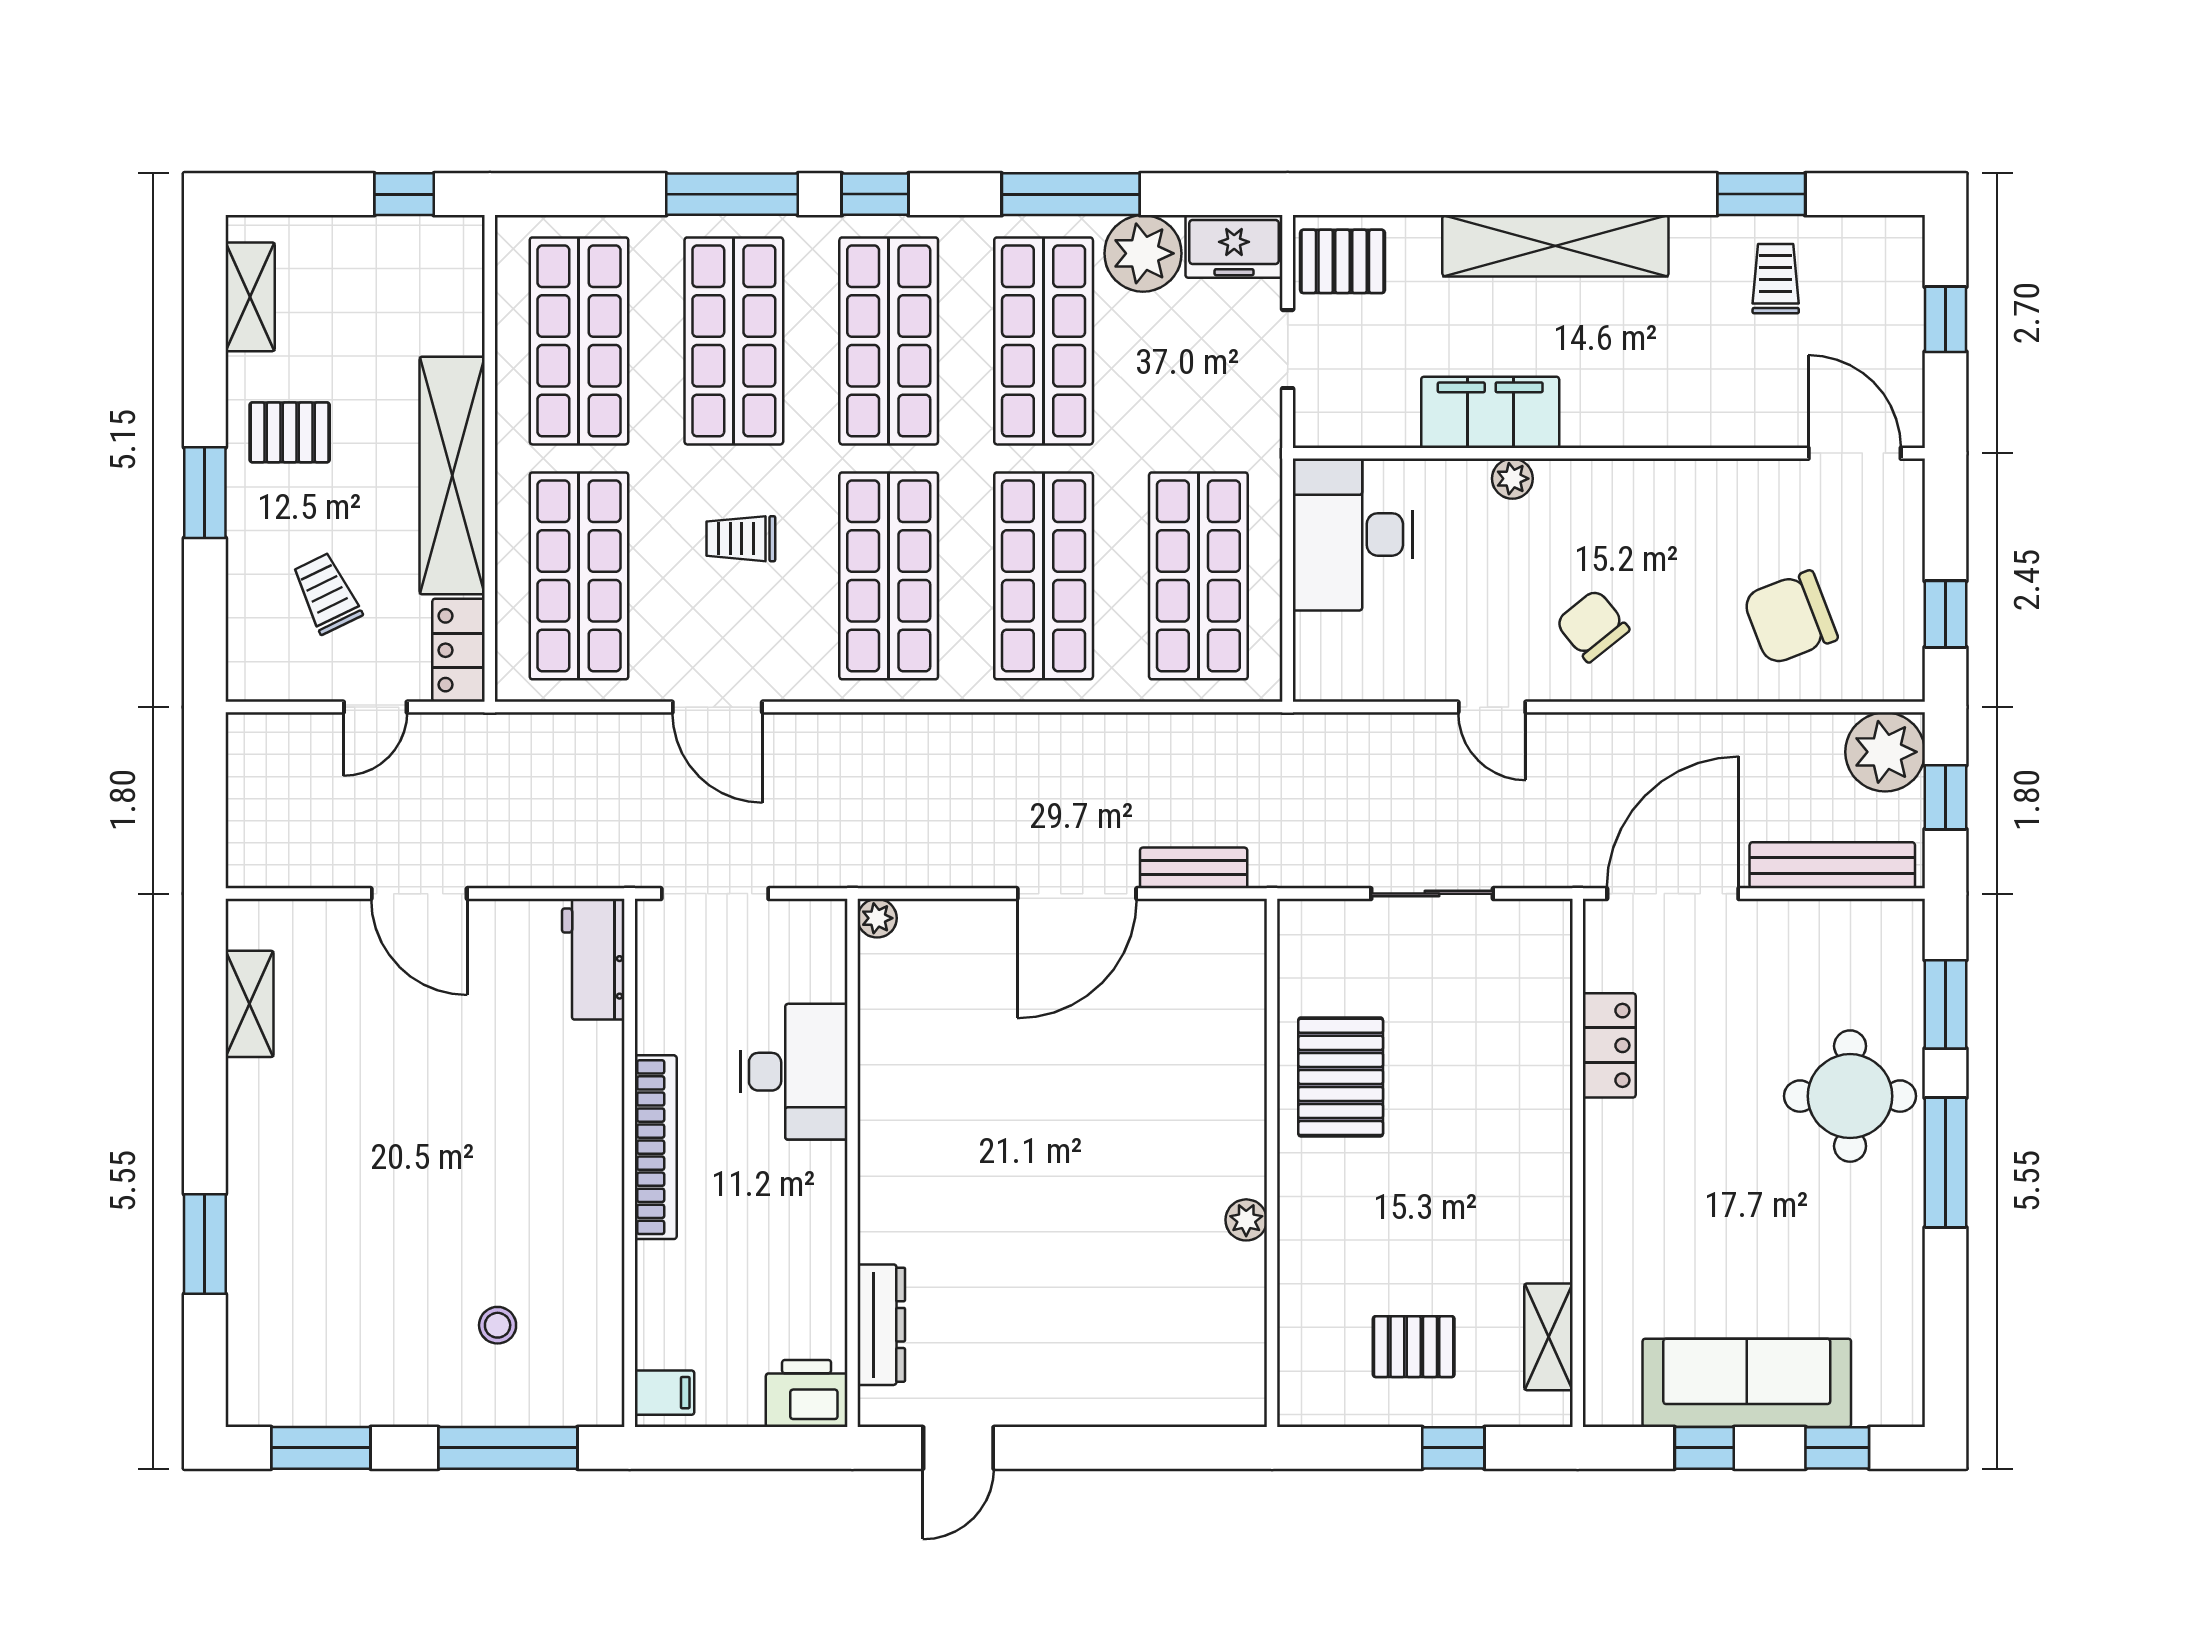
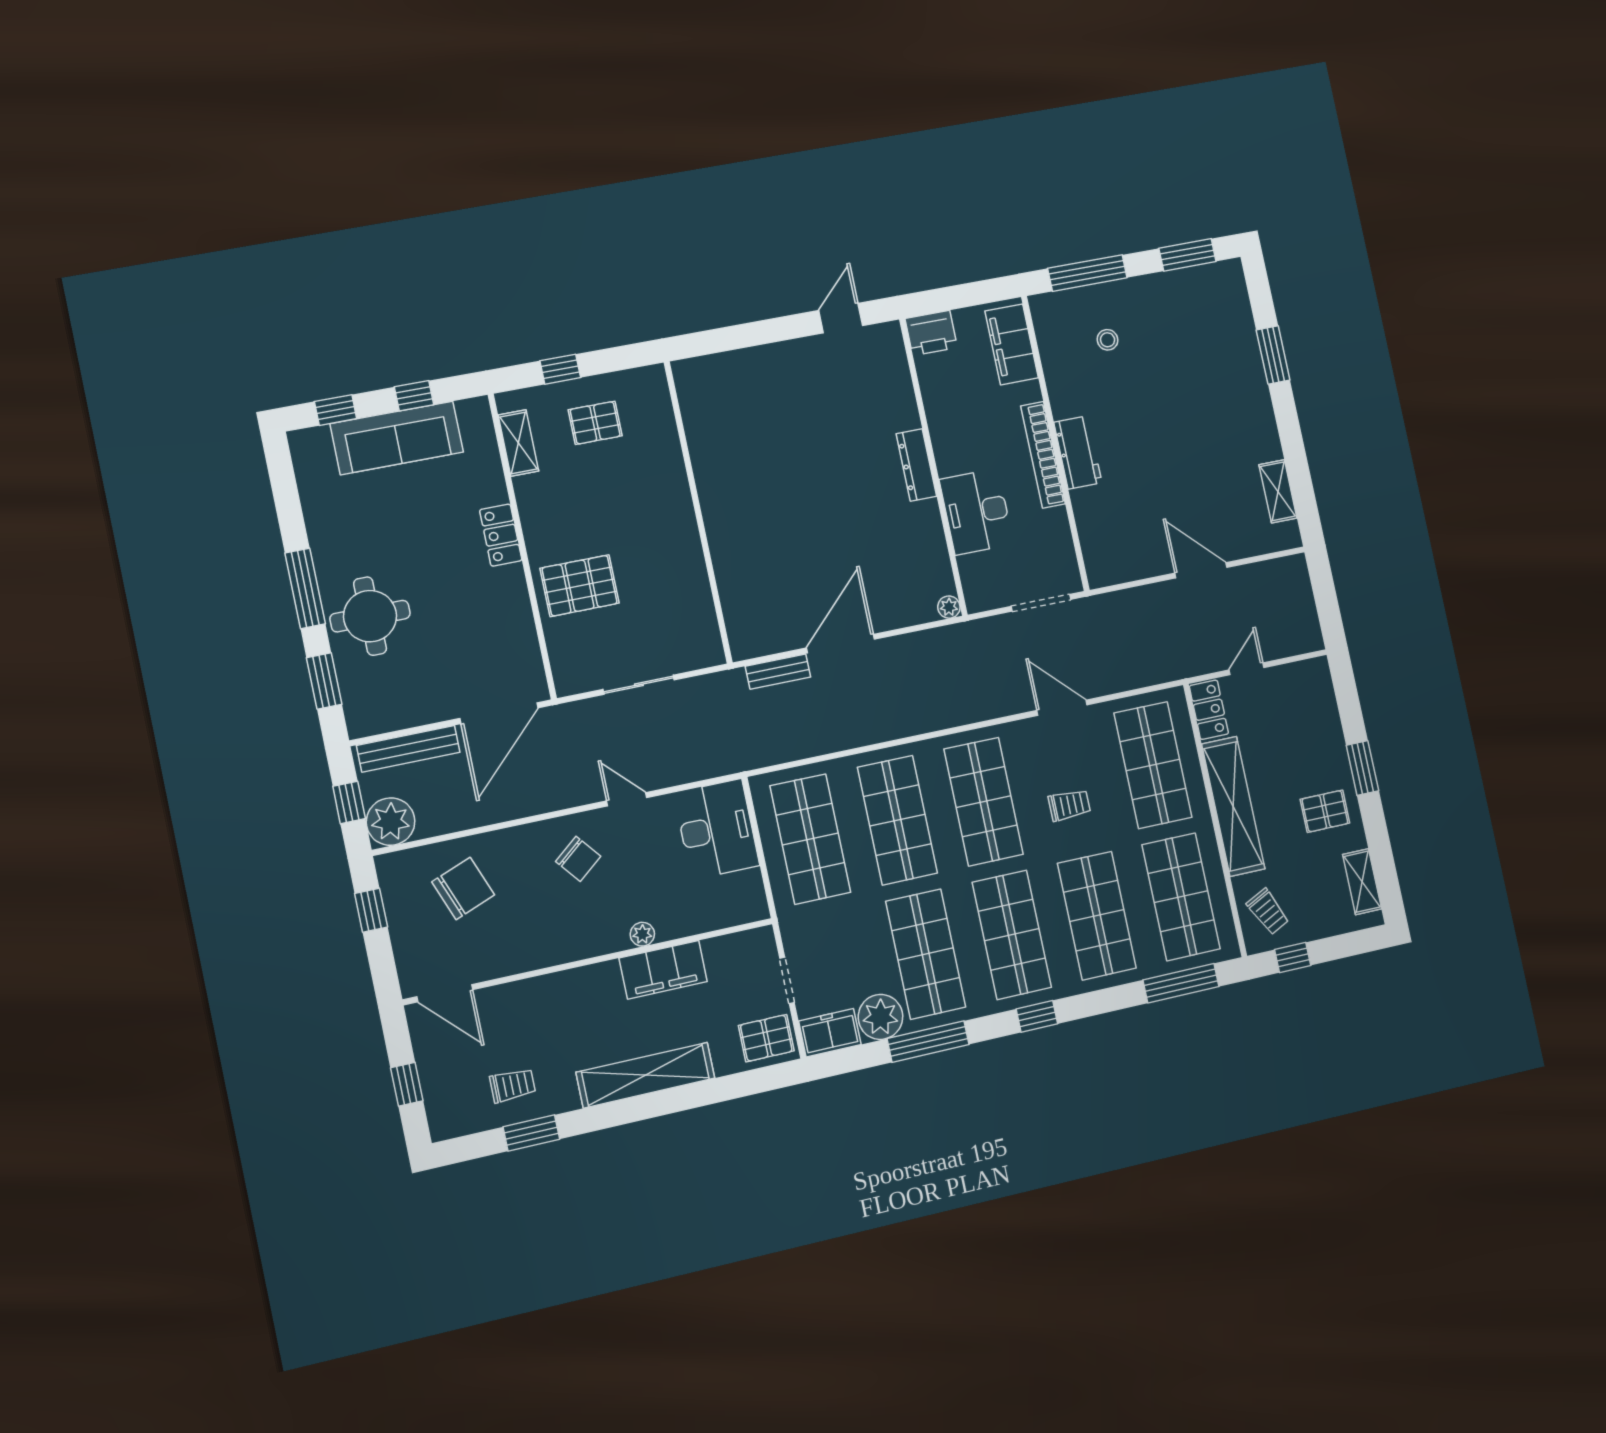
window: (732, 194) -> (1181, 983), moved
trolley: (1776, 279) -> (513, 1085), turned -90
desk: (1353, 534) -> (717, 829), moved
trolley: (327, 593) -> (1268, 912), moved
workbench: (593, 959) -> (1078, 452), moved
locker: (1609, 1045) -> (501, 535), moved
pallet: (1341, 1077) -> (580, 586), moved, turned 90
plant: (1246, 1220) -> (706, 477), removed
dresser: (881, 1325) -> (916, 465), moved
filing cabinet: (665, 1393) -> (1012, 344), width x3.00, depth x1.17

